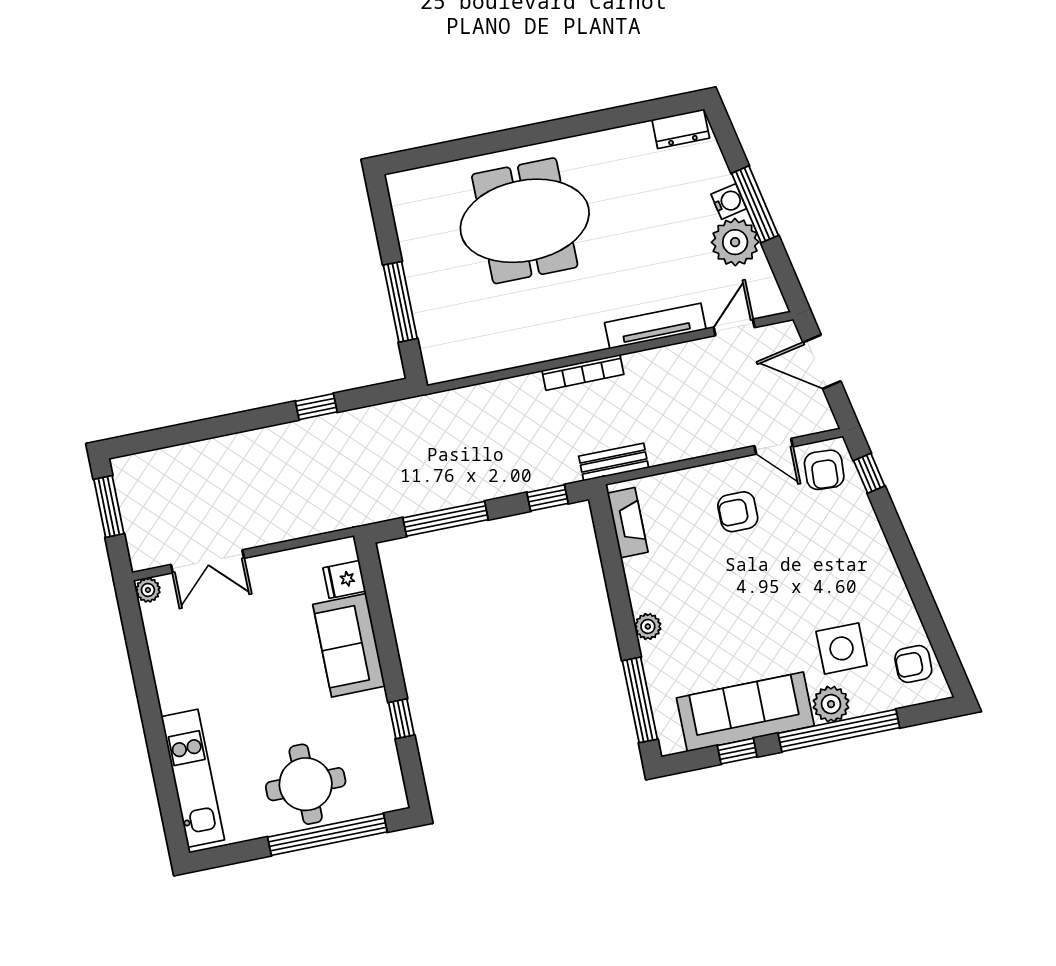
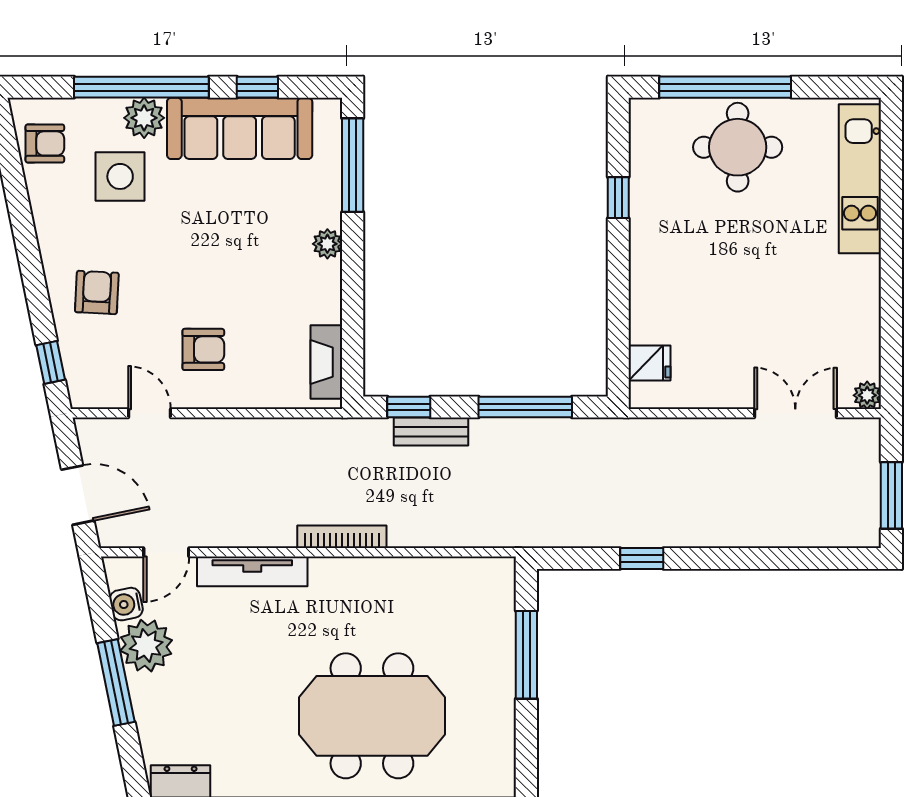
water cooler: (729, 201) -> (126, 604), moved
bench: (614, 462) -> (431, 432), moved
armchair: (824, 470) -> (97, 292), moved
sofa: (349, 645) -> (659, 290), removed

